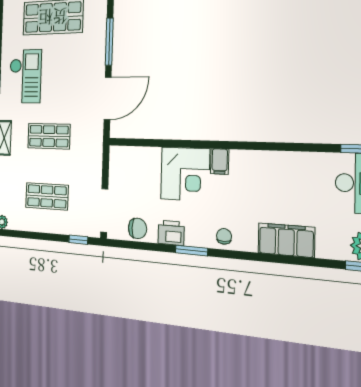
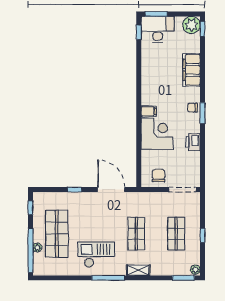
window: (109, 42) -> (75, 190), width x0.46
chair: (138, 228) -> (159, 176), moved
window: (78, 240) -> (202, 235), moved
window: (191, 250) -> (202, 113), moved

